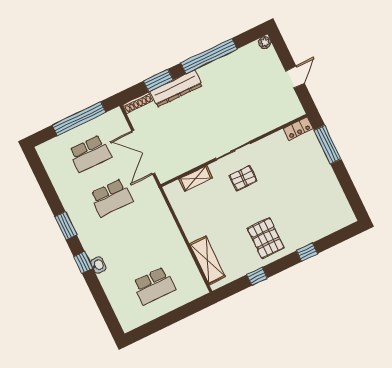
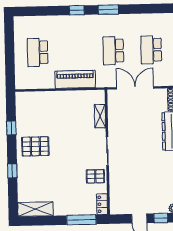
window: (283, 52) -> (161, 218), added
pallet: (243, 178) -> (95, 176), moved, turned 90
piano: (165, 227) -> (75, 79), added
shelving: (207, 260) -> (35, 209), moved
washbasin: (98, 265) -> (70, 20), removed

